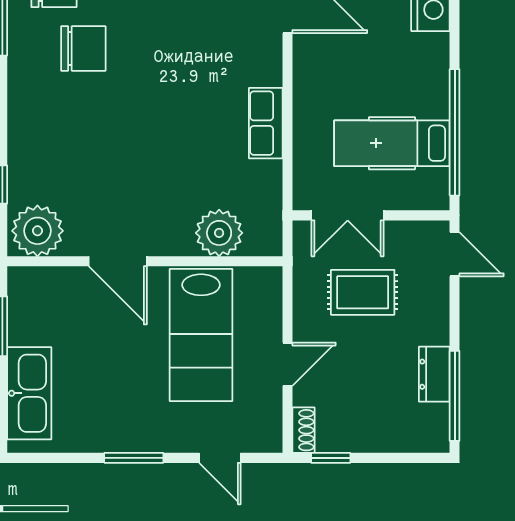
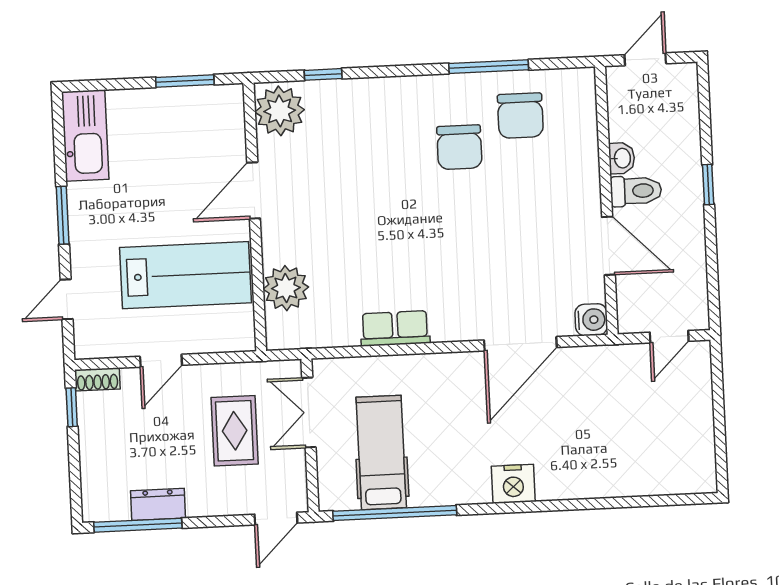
lab bench: (201, 335) -> (185, 275), turned 180
door: (287, 364) -> (161, 361), hinge flipped
kitchen sink: (29, 393) -> (85, 135), moved, turned -90

